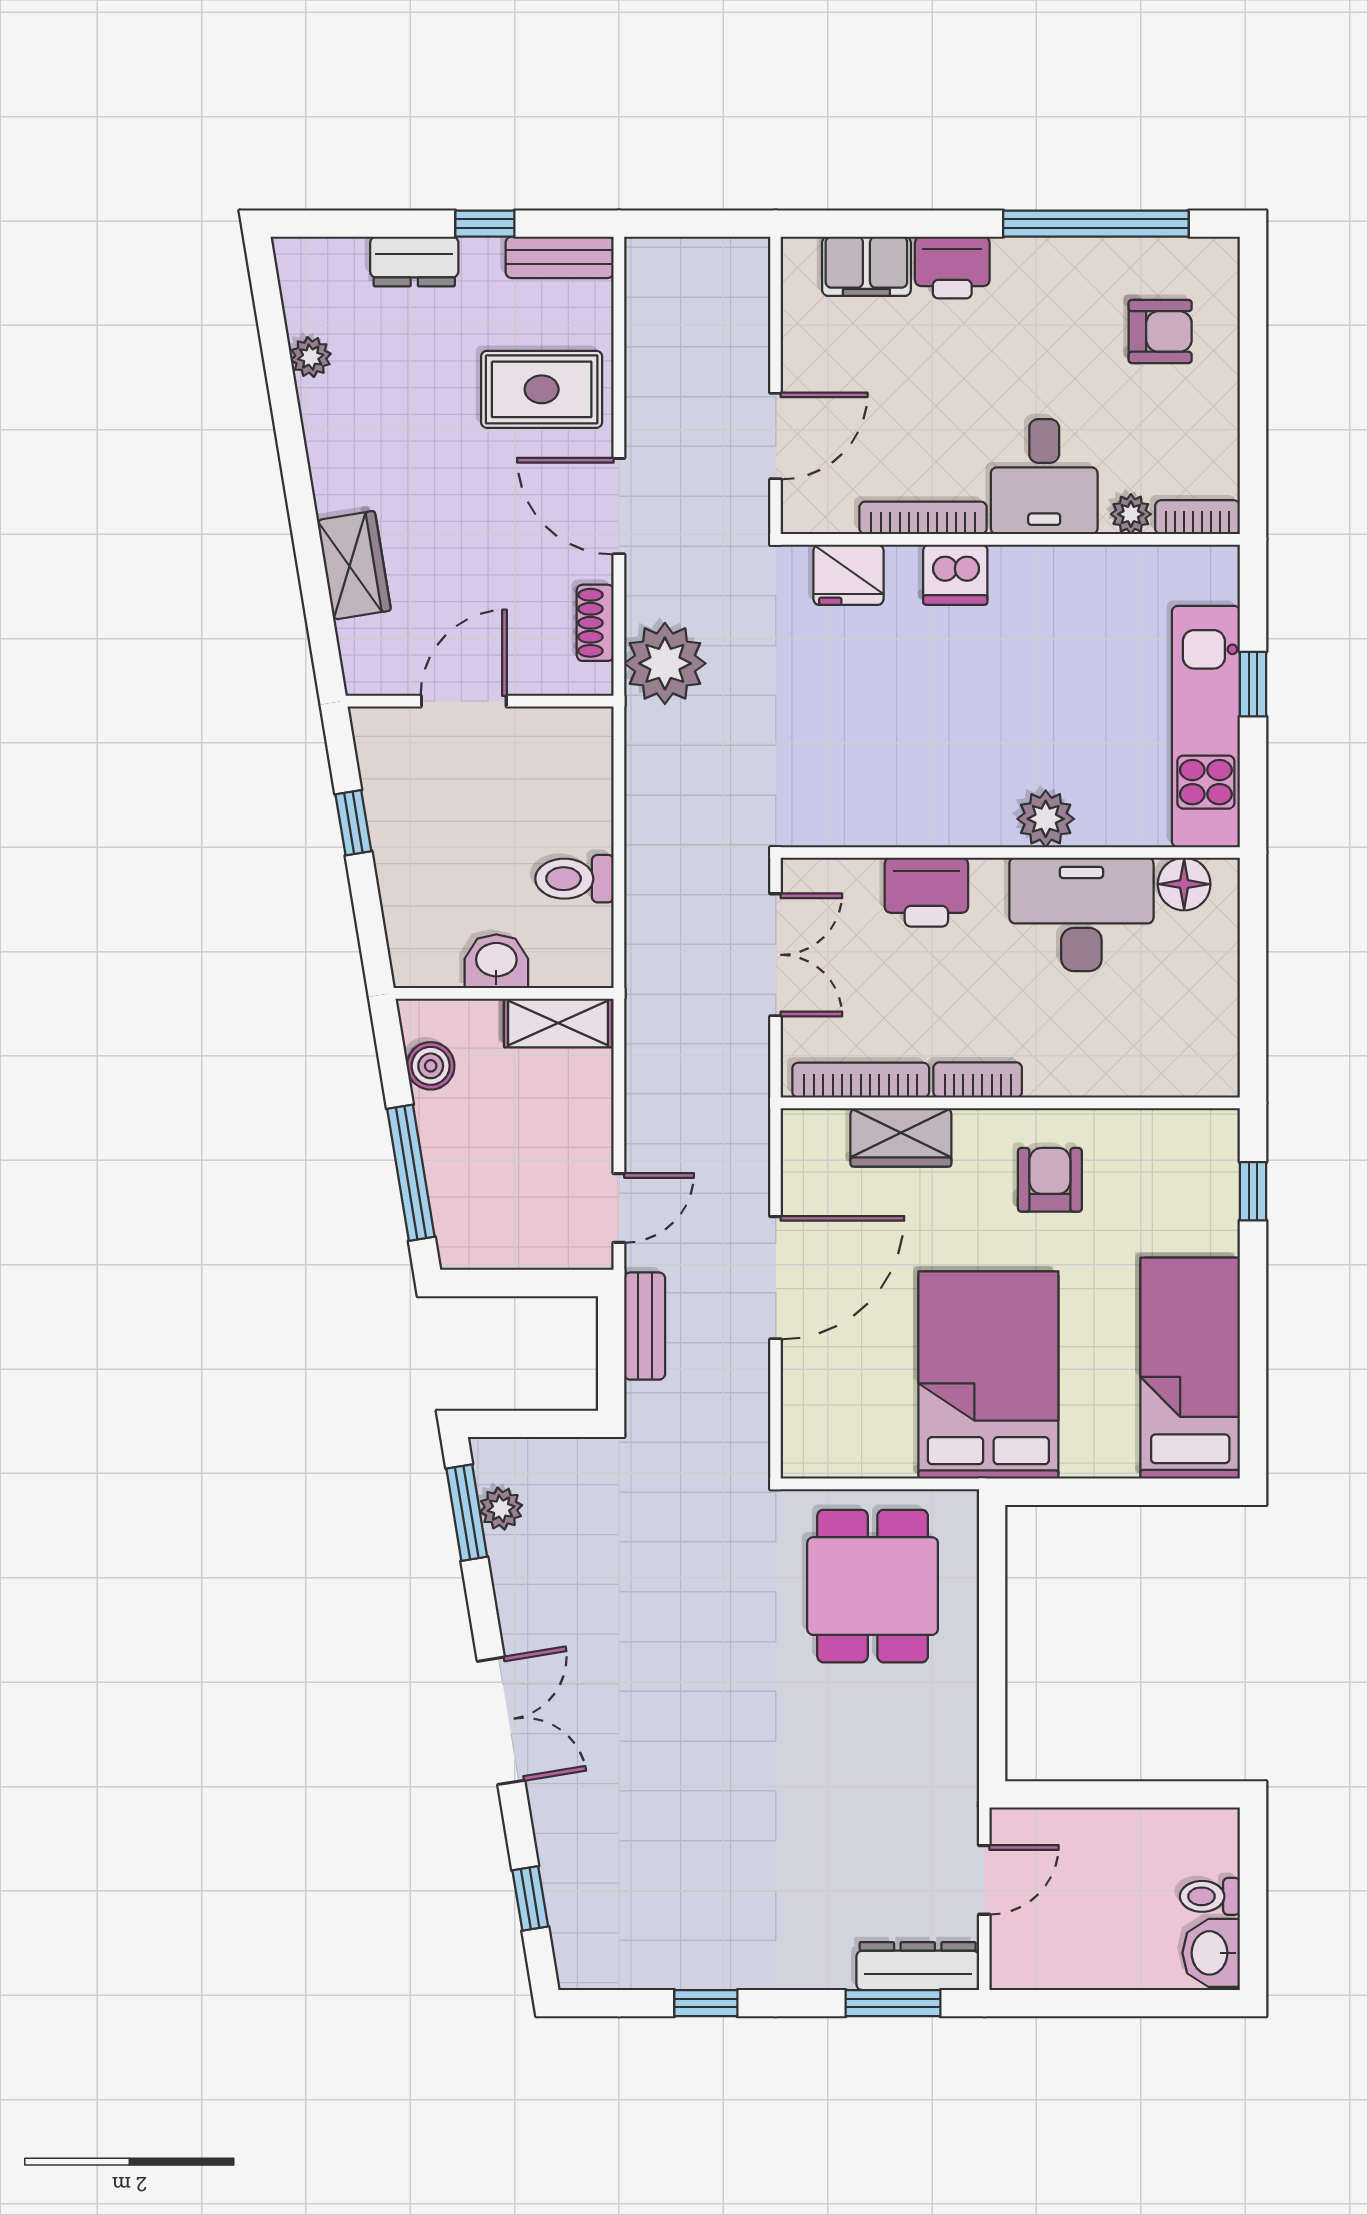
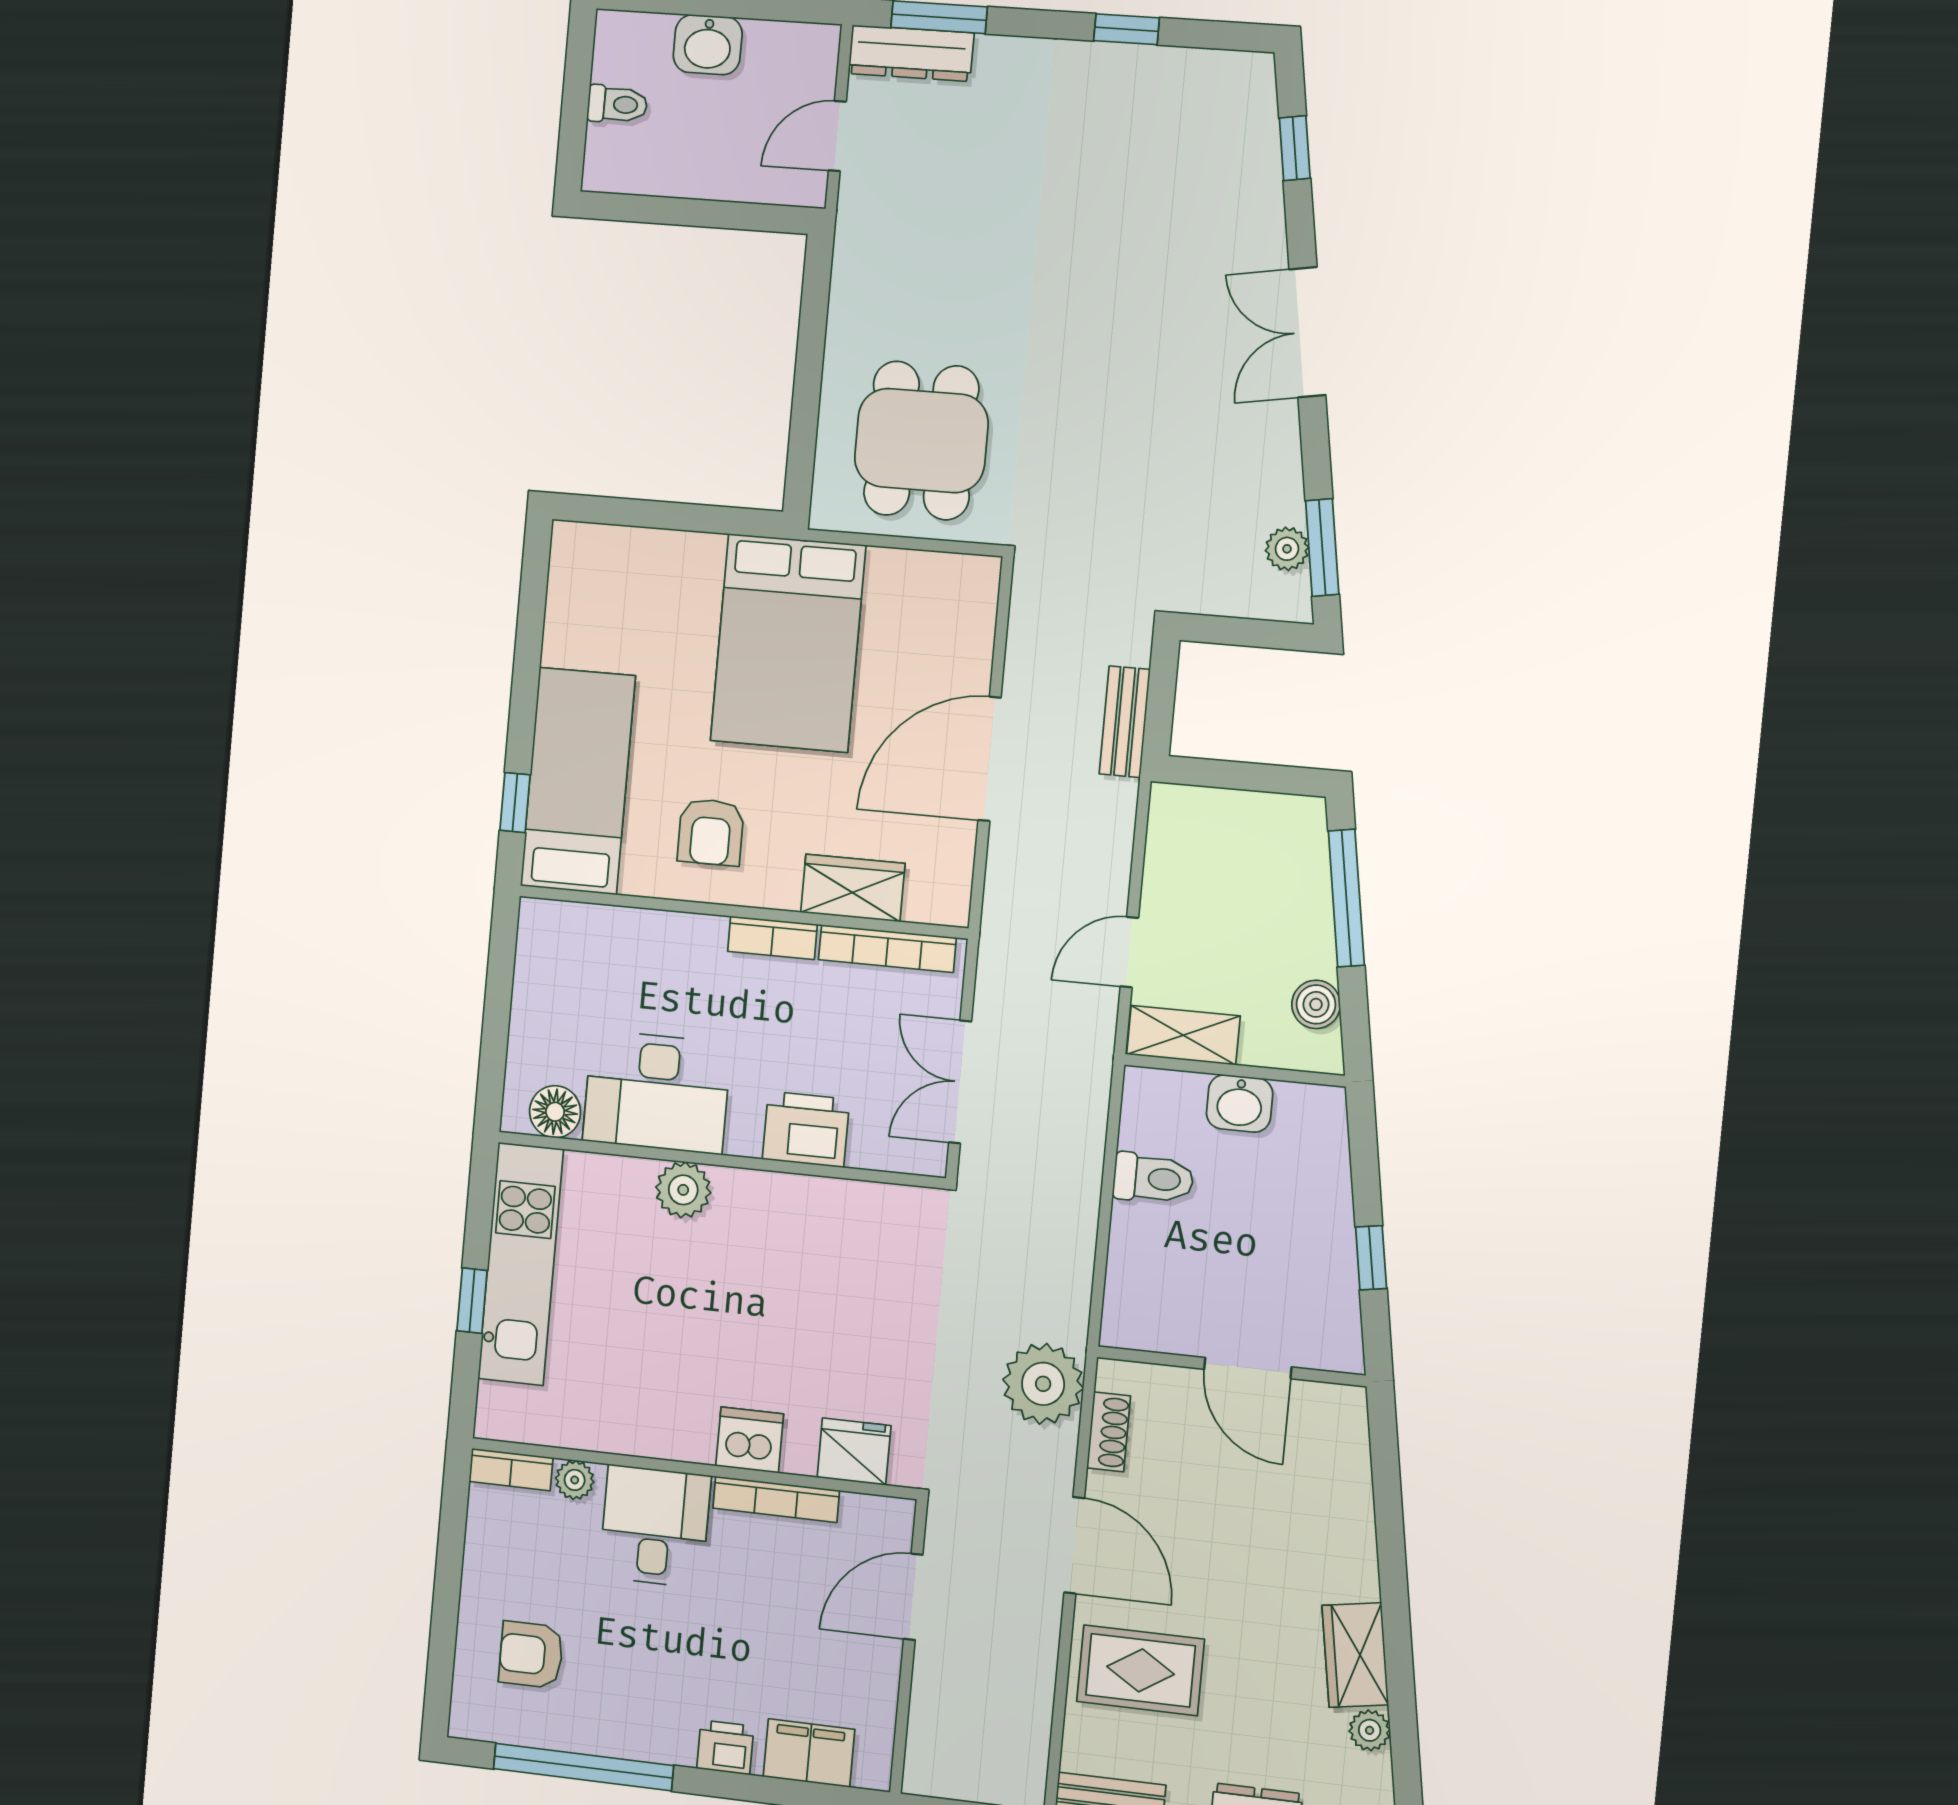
printer: (952, 268) -> (725, 1747), width x0.73, depth x0.81
wardrobe: (354, 565) -> (1355, 1655), moved
door: (464, 701) -> (1248, 1368), hinge flipped
door: (619, 1208) -> (1129, 952), moved
bed: (1190, 1368) -> (578, 781), moved, turned 180
washbasin: (1211, 1953) -> (708, 45), moved, turned 90

